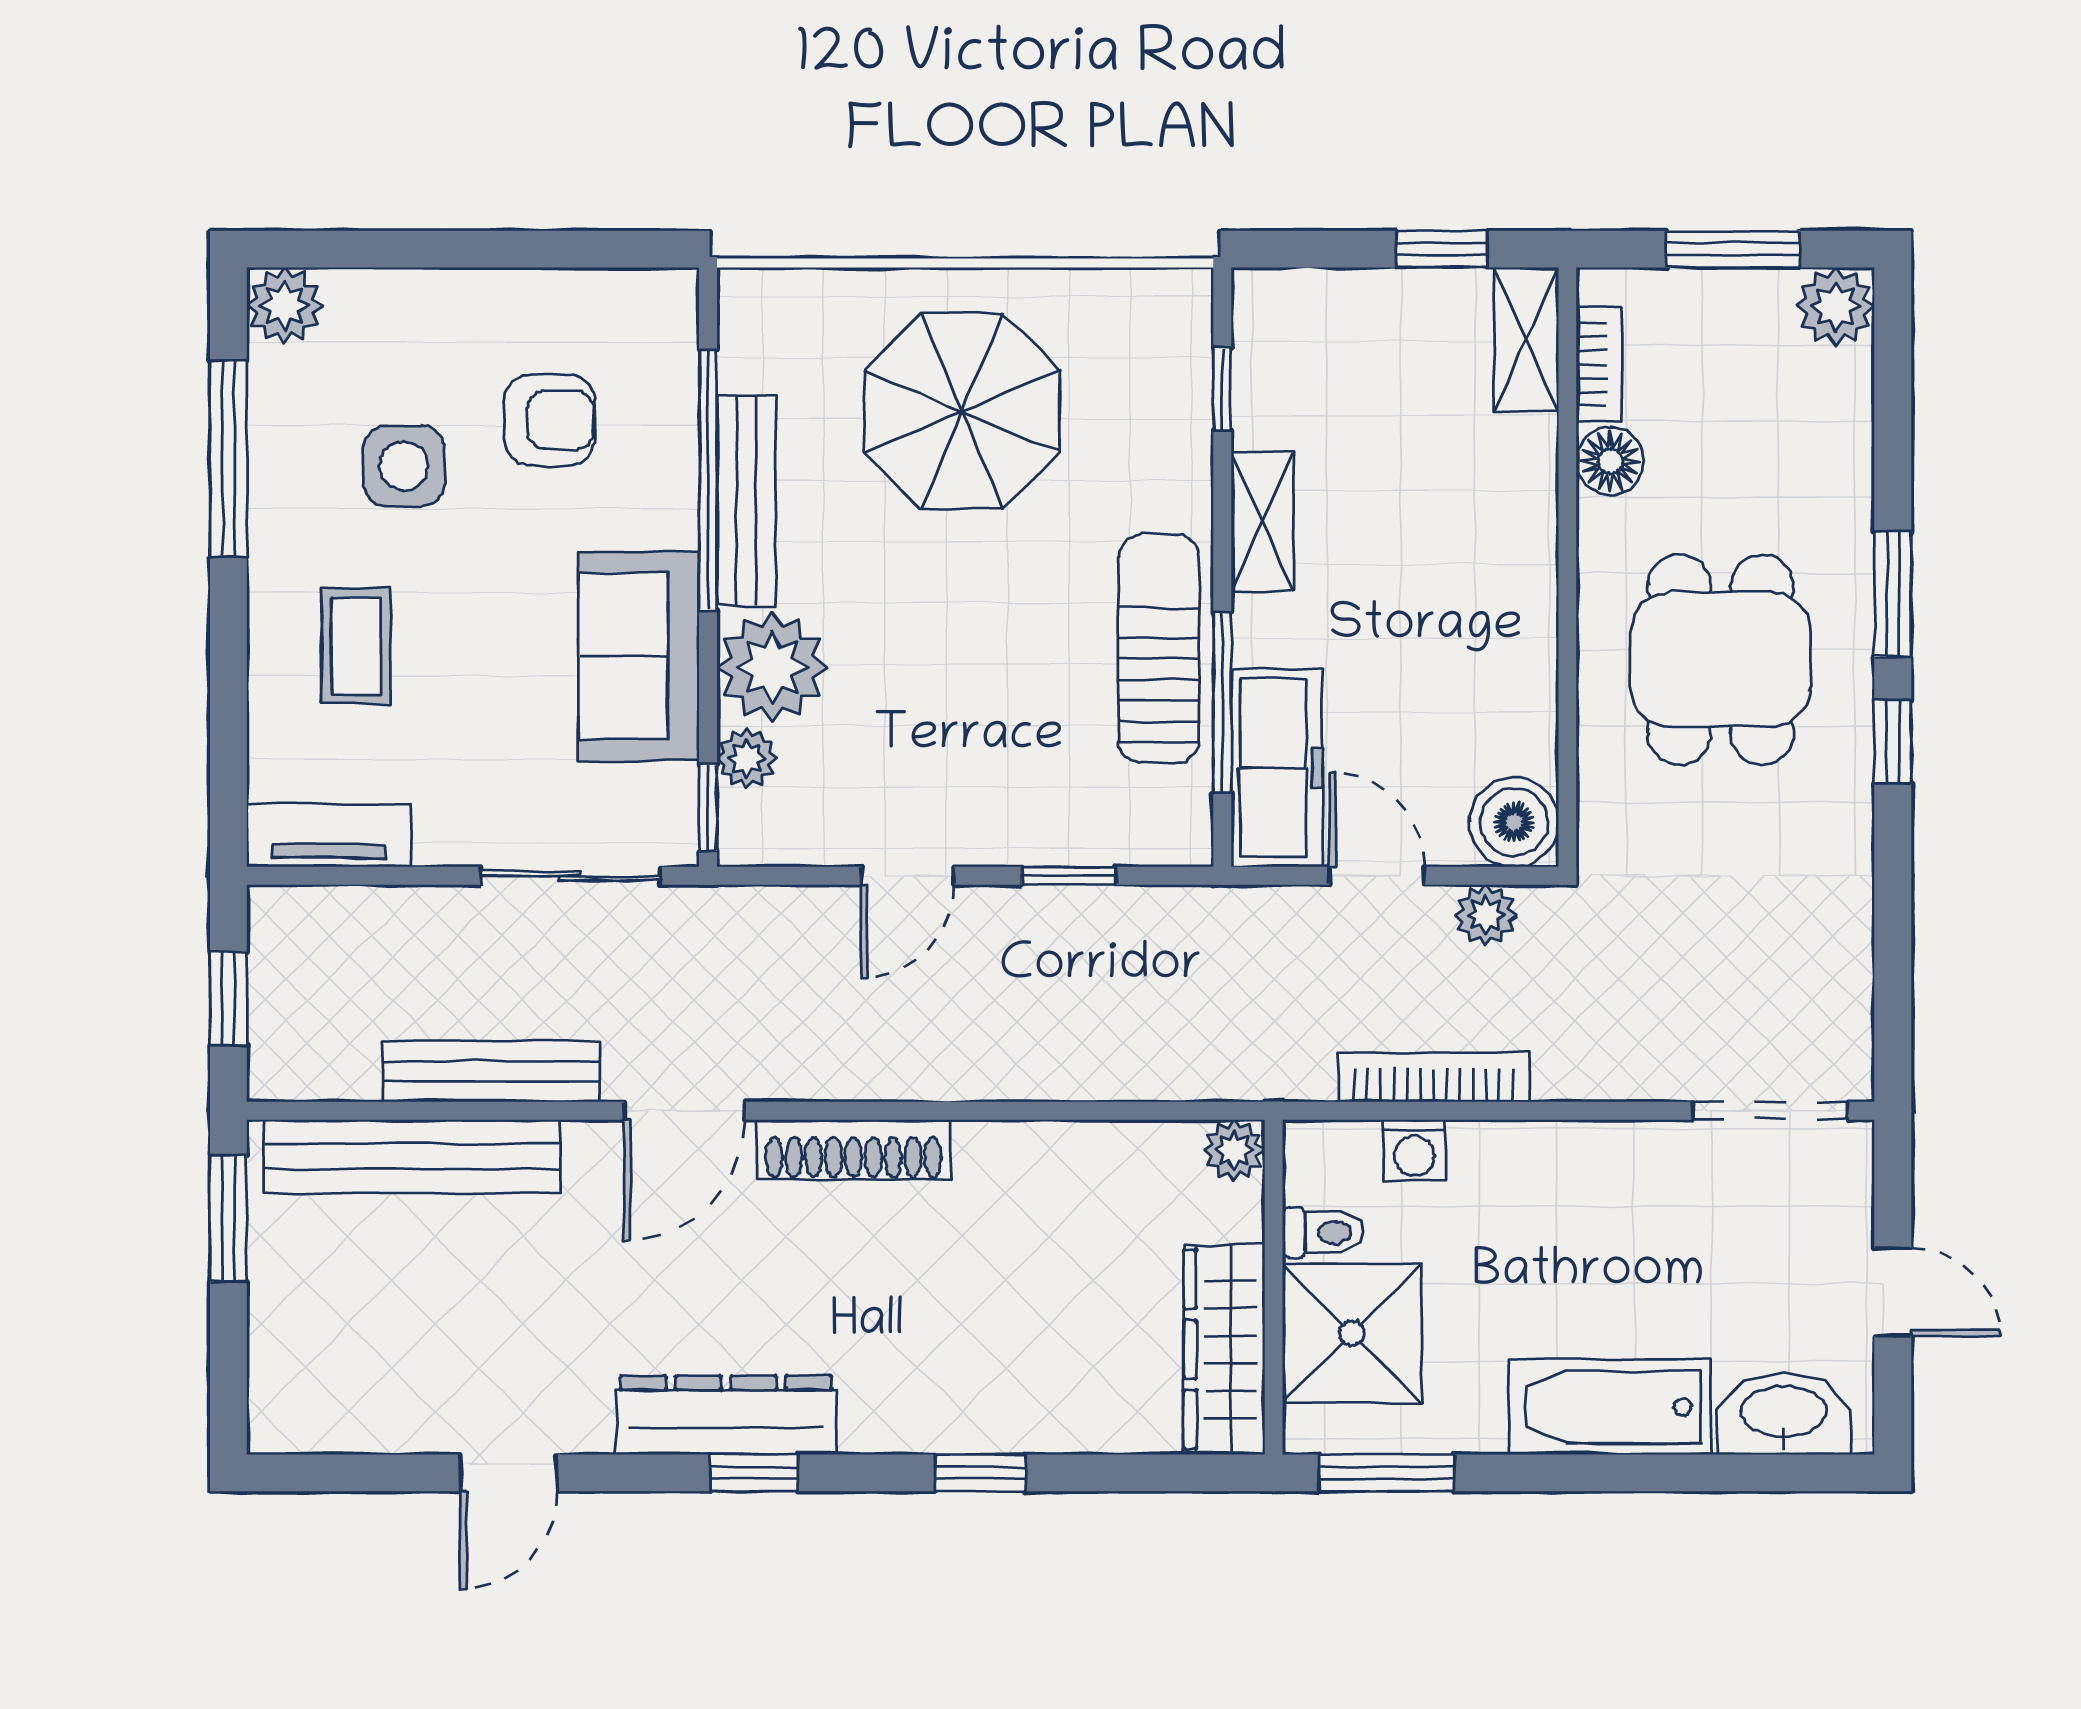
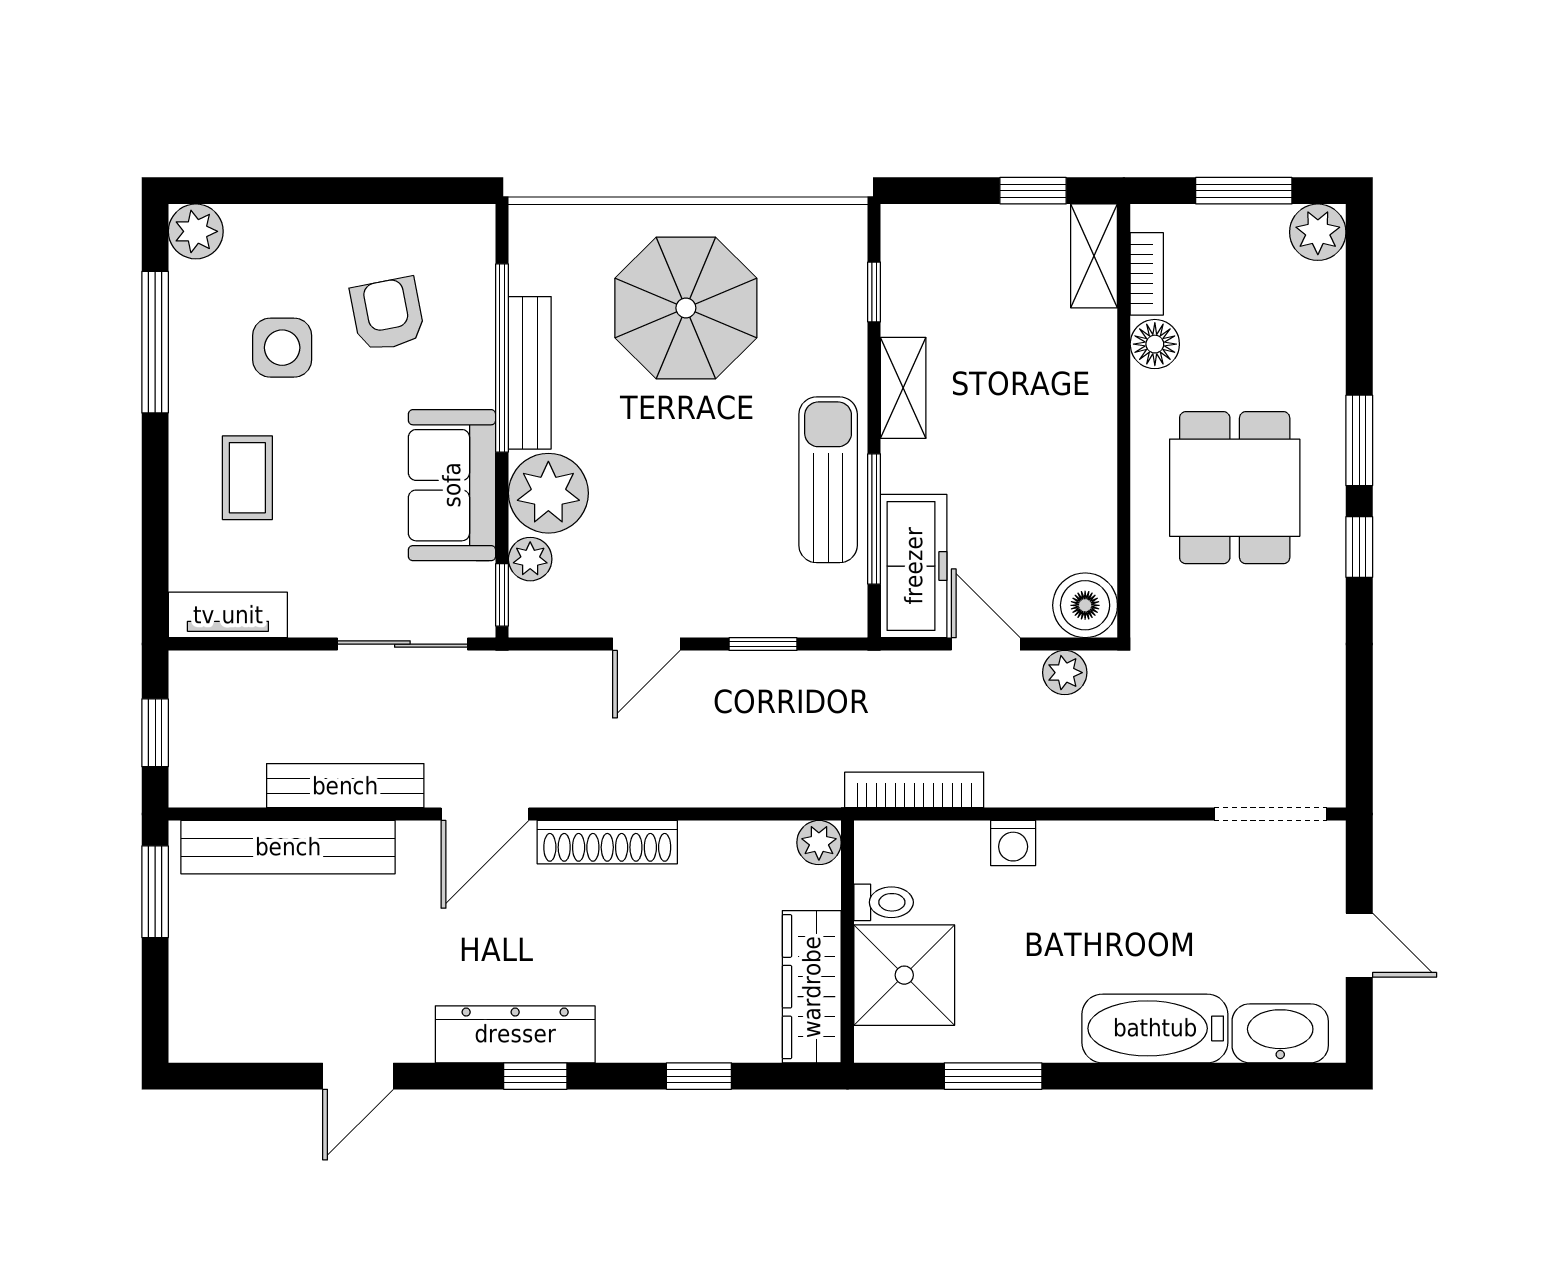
armchair: (550, 420) -> (388, 314), turned -101
bookcase: (1433, 1077) -> (914, 790), moved
plant: (1234, 1150) -> (819, 843), moved
toilet: (1323, 1233) -> (884, 902), moved
wall: (1274, 1287) -> (848, 942), moved
shower: (1352, 1333) -> (904, 975), moved
wardrobe: (1224, 1349) -> (812, 987), moved

